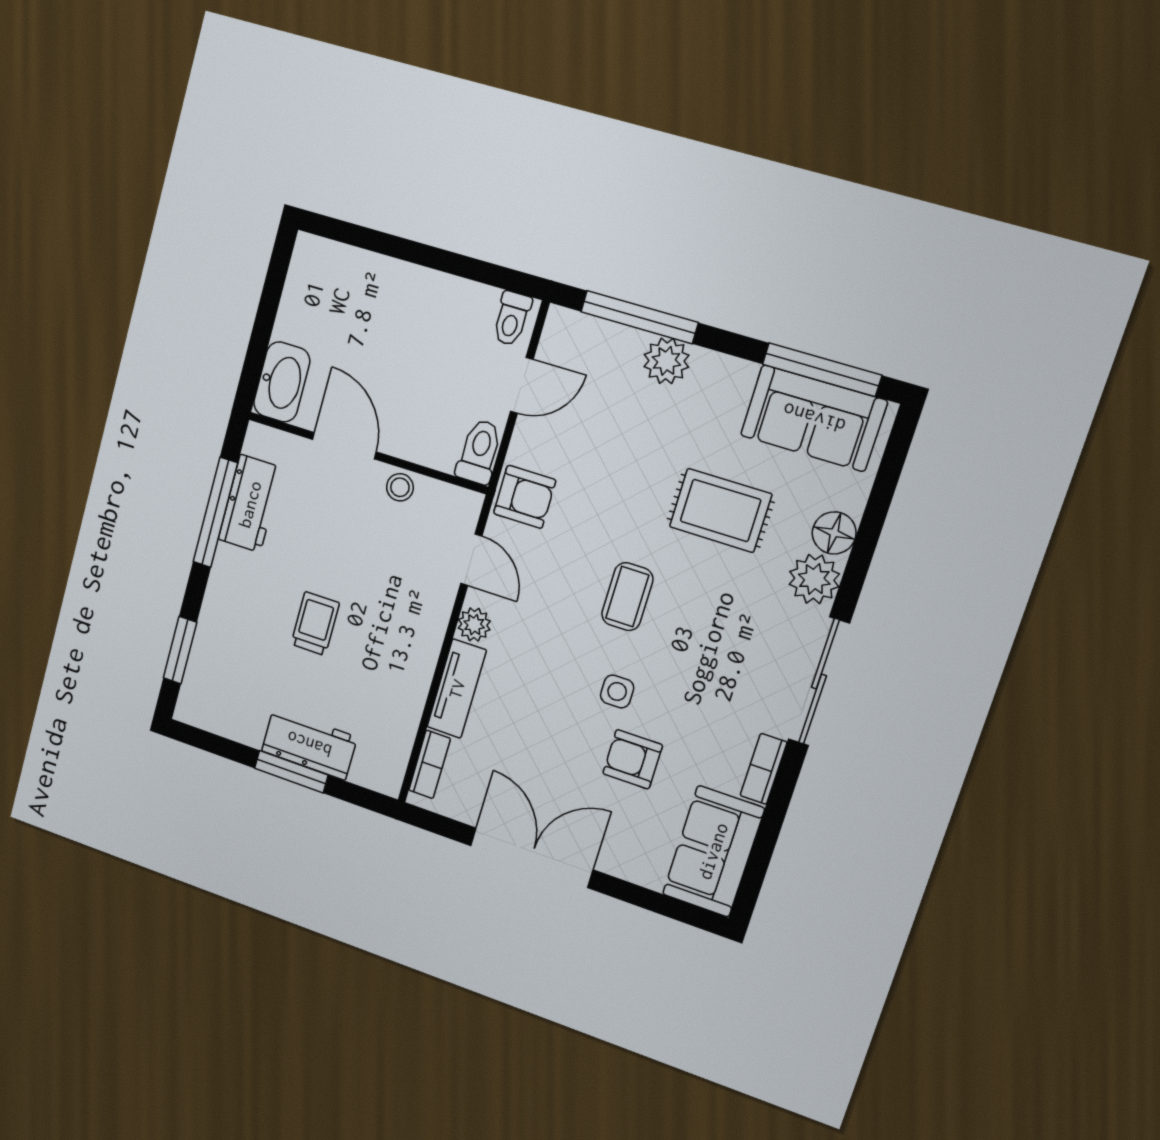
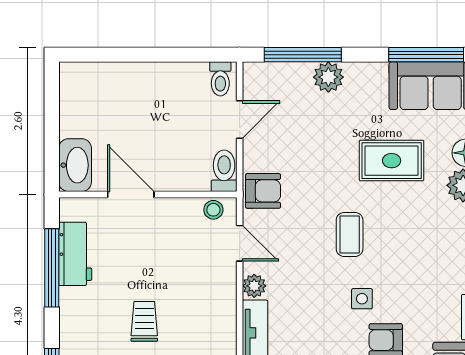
stool: (400, 487) -> (213, 210), moved

